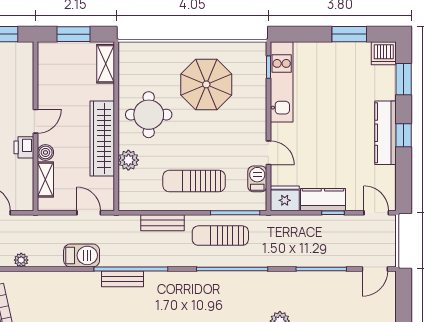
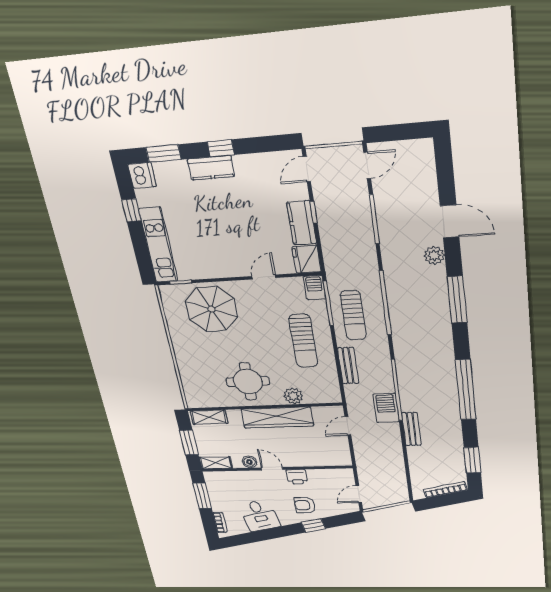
window: (349, 34) -> (131, 210), width x0.67
kitchen unit: (282, 82) -> (158, 245), moved, turned 90
parasol: (206, 84) -> (212, 309), moved
kitchen counter: (386, 133) -> (211, 168), width x0.67
boiler: (45, 152) -> (249, 462), moved
shelving: (45, 179) -> (216, 463), moved
barbecue: (257, 179) -> (314, 288), moved, turned 90
barbecue: (82, 255) -> (386, 408), moved
plant: (21, 260) -> (400, 477), removed
door: (375, 269) -> (367, 165), hinge flipped
bench: (123, 279) -> (411, 429), moved

